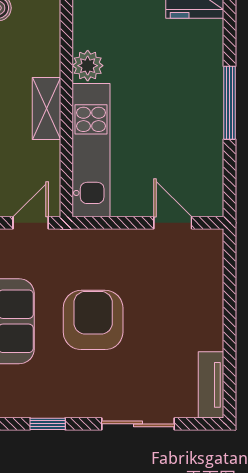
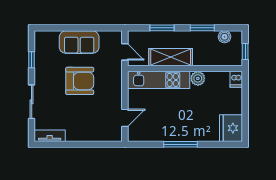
shelving: (47, 108) -> (171, 57), width x1.50, depth x1.33

